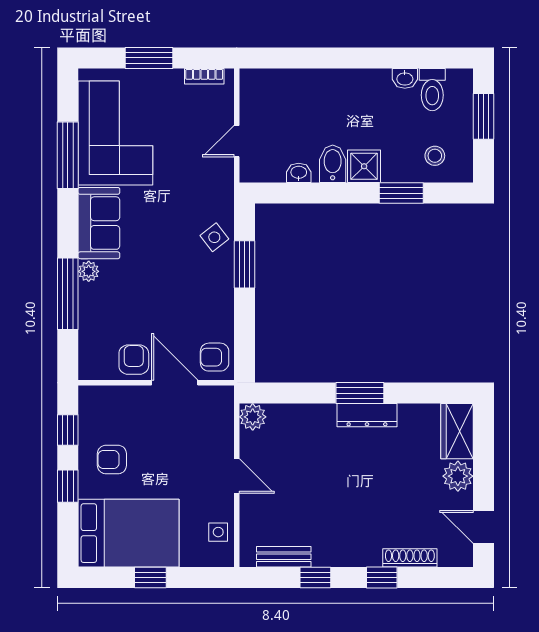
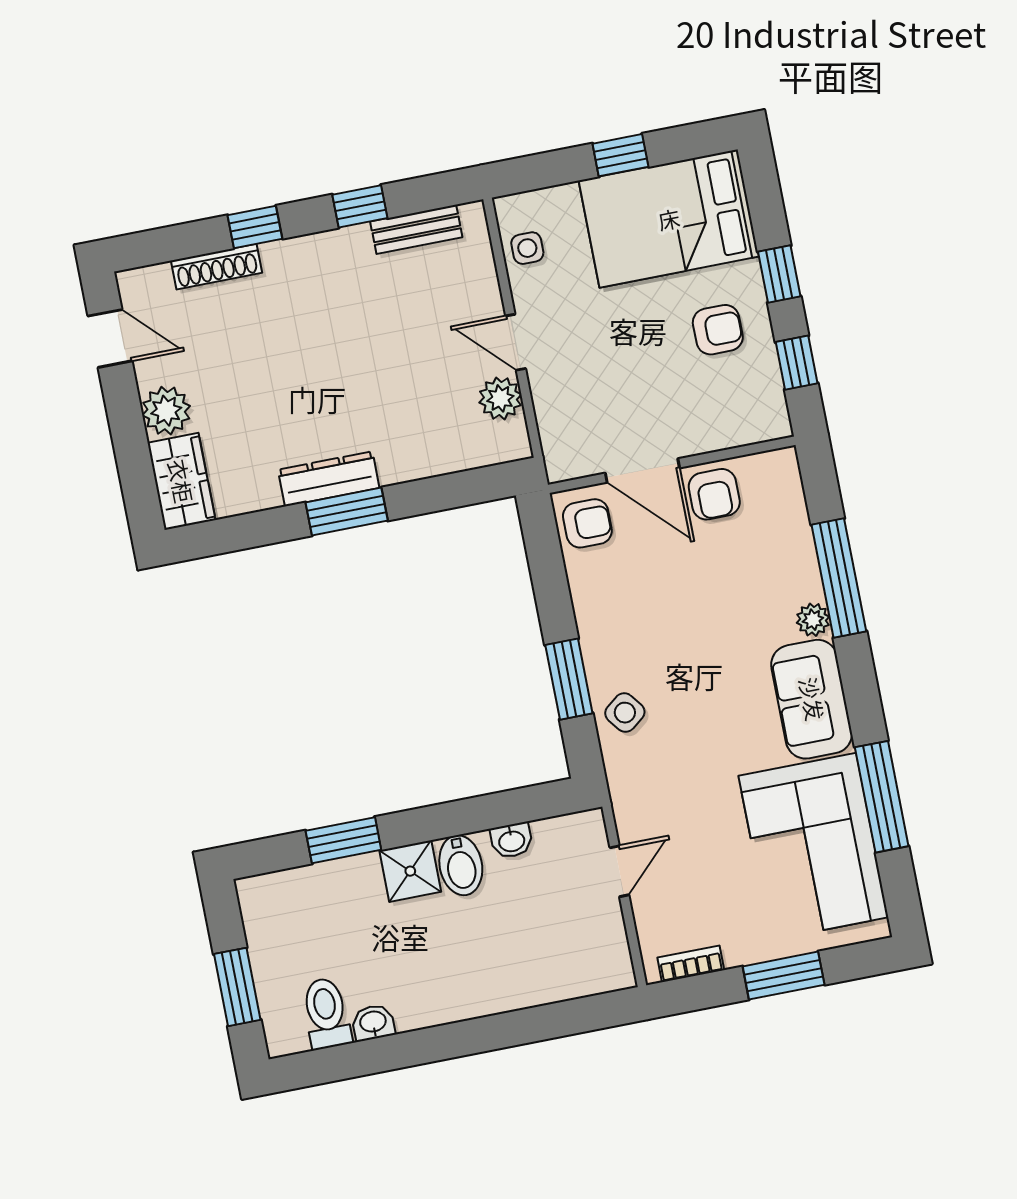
stool: (435, 156) -> (302, 910), removed
plant: (253, 417) -> (500, 398), moved

